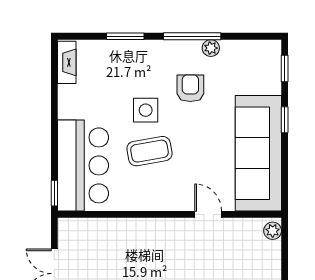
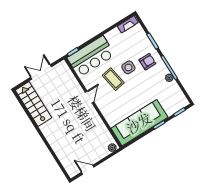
armchair: (190, 88) -> (147, 62), moved
door: (208, 214) -> (90, 97), moved

